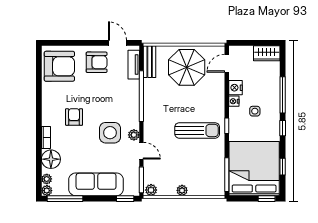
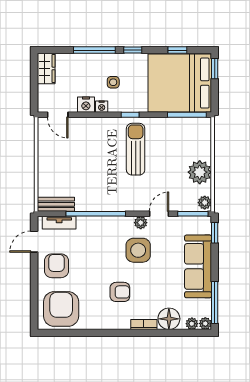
parasol: (187, 67) -> (62, 161), removed
armchair: (74, 117) -> (120, 292), turned 180
plant: (182, 190) -> (200, 172), width x1.88, depth x1.88

